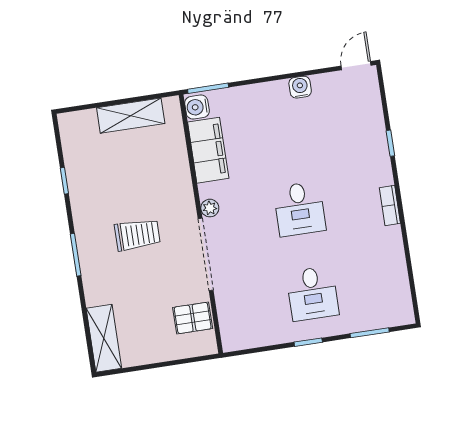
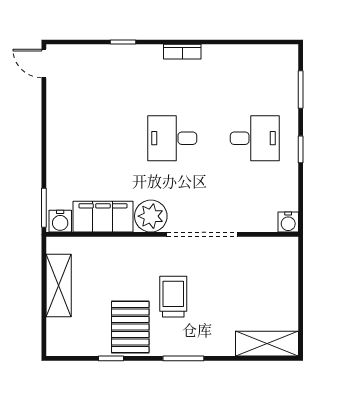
water cooler: (300, 87) -> (288, 222), moved, turned -90
plant: (210, 208) -> (151, 216), width x1.88, depth x1.88
desk: (300, 209) -> (172, 138), turned 180
pallet: (193, 318) -> (130, 327), moved, width x1.50, depth x1.42

